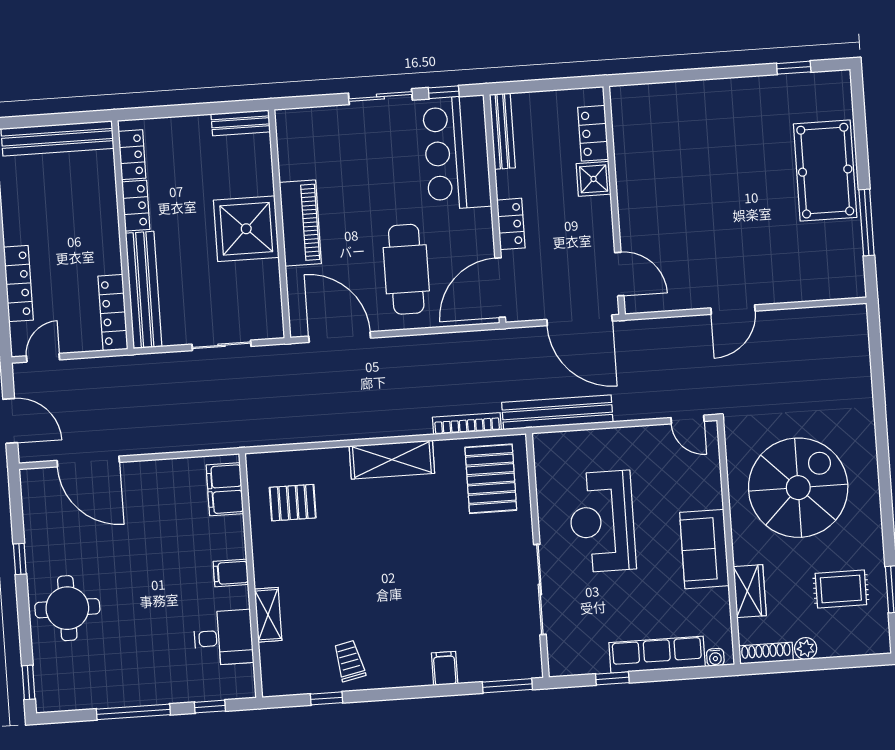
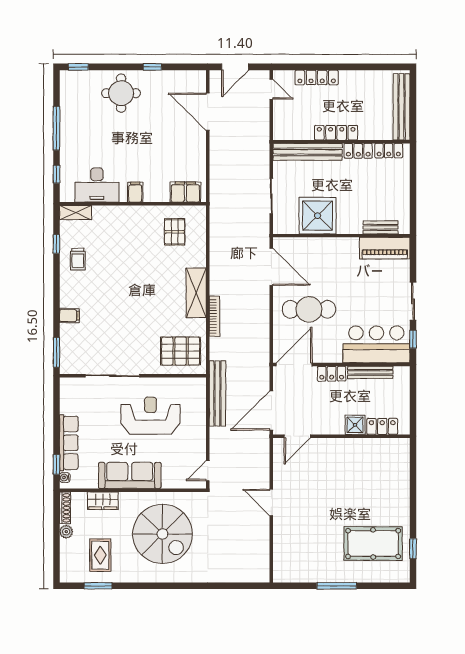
bench: (241, 123) -> (381, 227), moved, turned 90
bench: (502, 131) -> (370, 372), moved
pool table: (825, 171) -> (373, 544), moved
window: (867, 222) -> (337, 586), moved
piano: (300, 223) -> (385, 248), moved
shower: (246, 229) -> (318, 216), moved
door: (500, 288) -> (294, 365), hinge flipped
locker: (113, 313) -> (336, 133), moved
door: (340, 337) -> (271, 267), hinge flipped
bookcase: (467, 424) -> (214, 316), moved
door: (88, 461) -> (208, 112), hinge flipped
sofa: (704, 549) -> (130, 475), width x1.36
shelving: (268, 615) -> (76, 213), moved
desk: (223, 638) -> (97, 185), width x1.37
trolley: (349, 661) -> (78, 259), turned 102
window: (612, 678) -> (56, 464), moved

